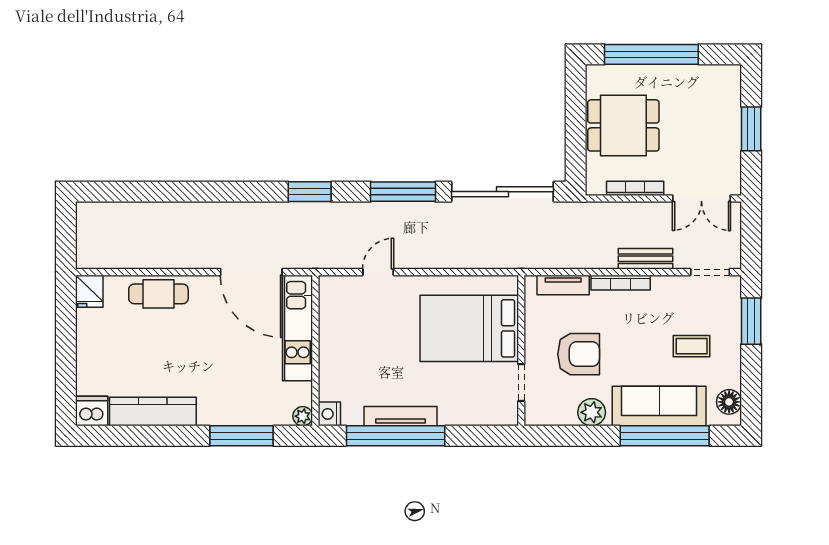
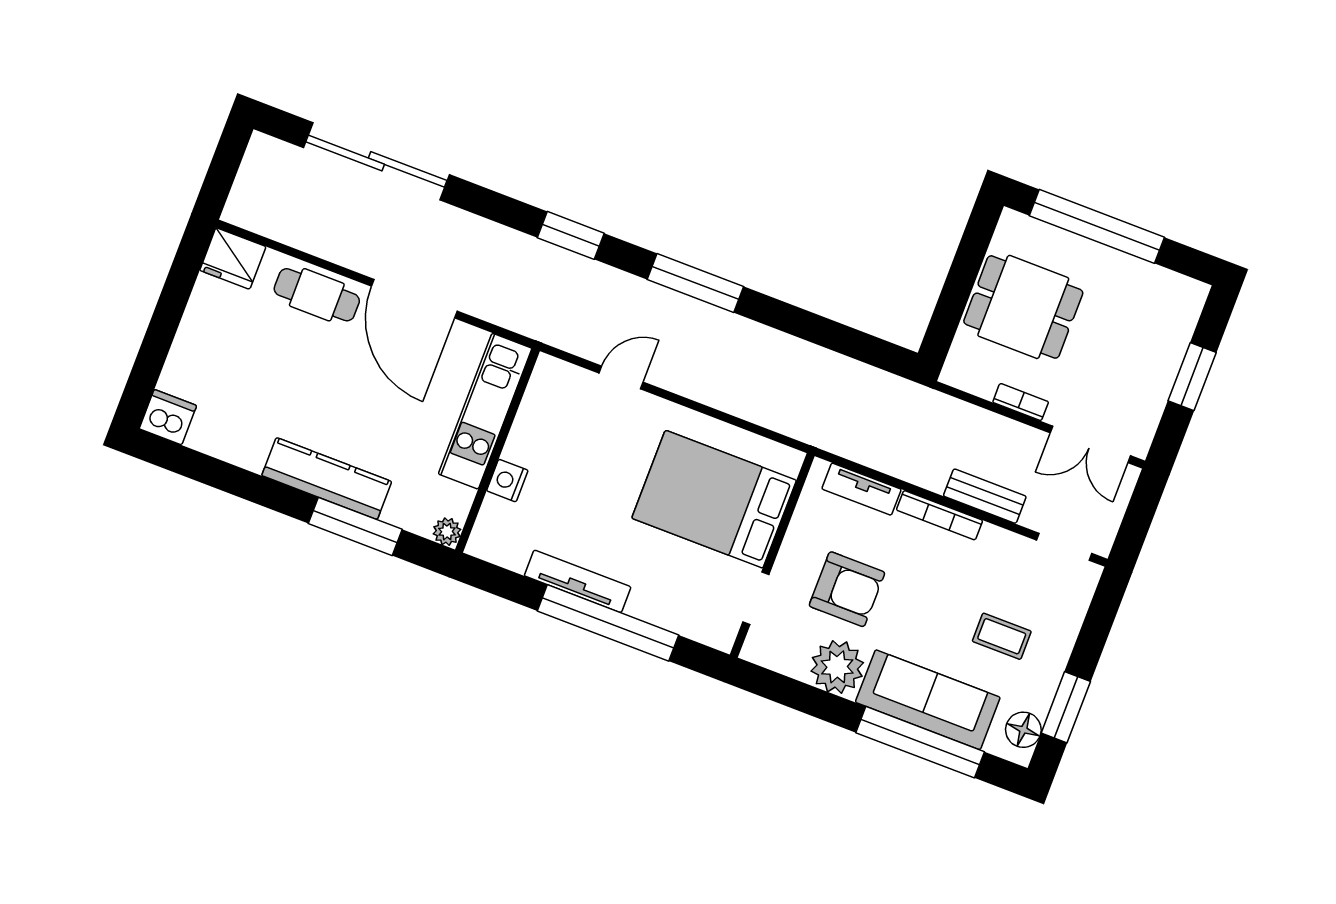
bookcase: (635, 188) -> (1021, 402), width x0.64
sliding door: (503, 192) -> (376, 161), moved
door: (251, 272) -> (414, 299), moved
fridge: (89, 291) -> (233, 258), width x1.38
window: (751, 321) -> (1066, 707), moved
kitchen counter: (153, 412) -> (327, 479), moved
plant: (592, 412) -> (837, 667), width x1.36, depth x1.36
nightstand: (329, 414) -> (507, 481), moved
window: (396, 436) -> (608, 623), moved

